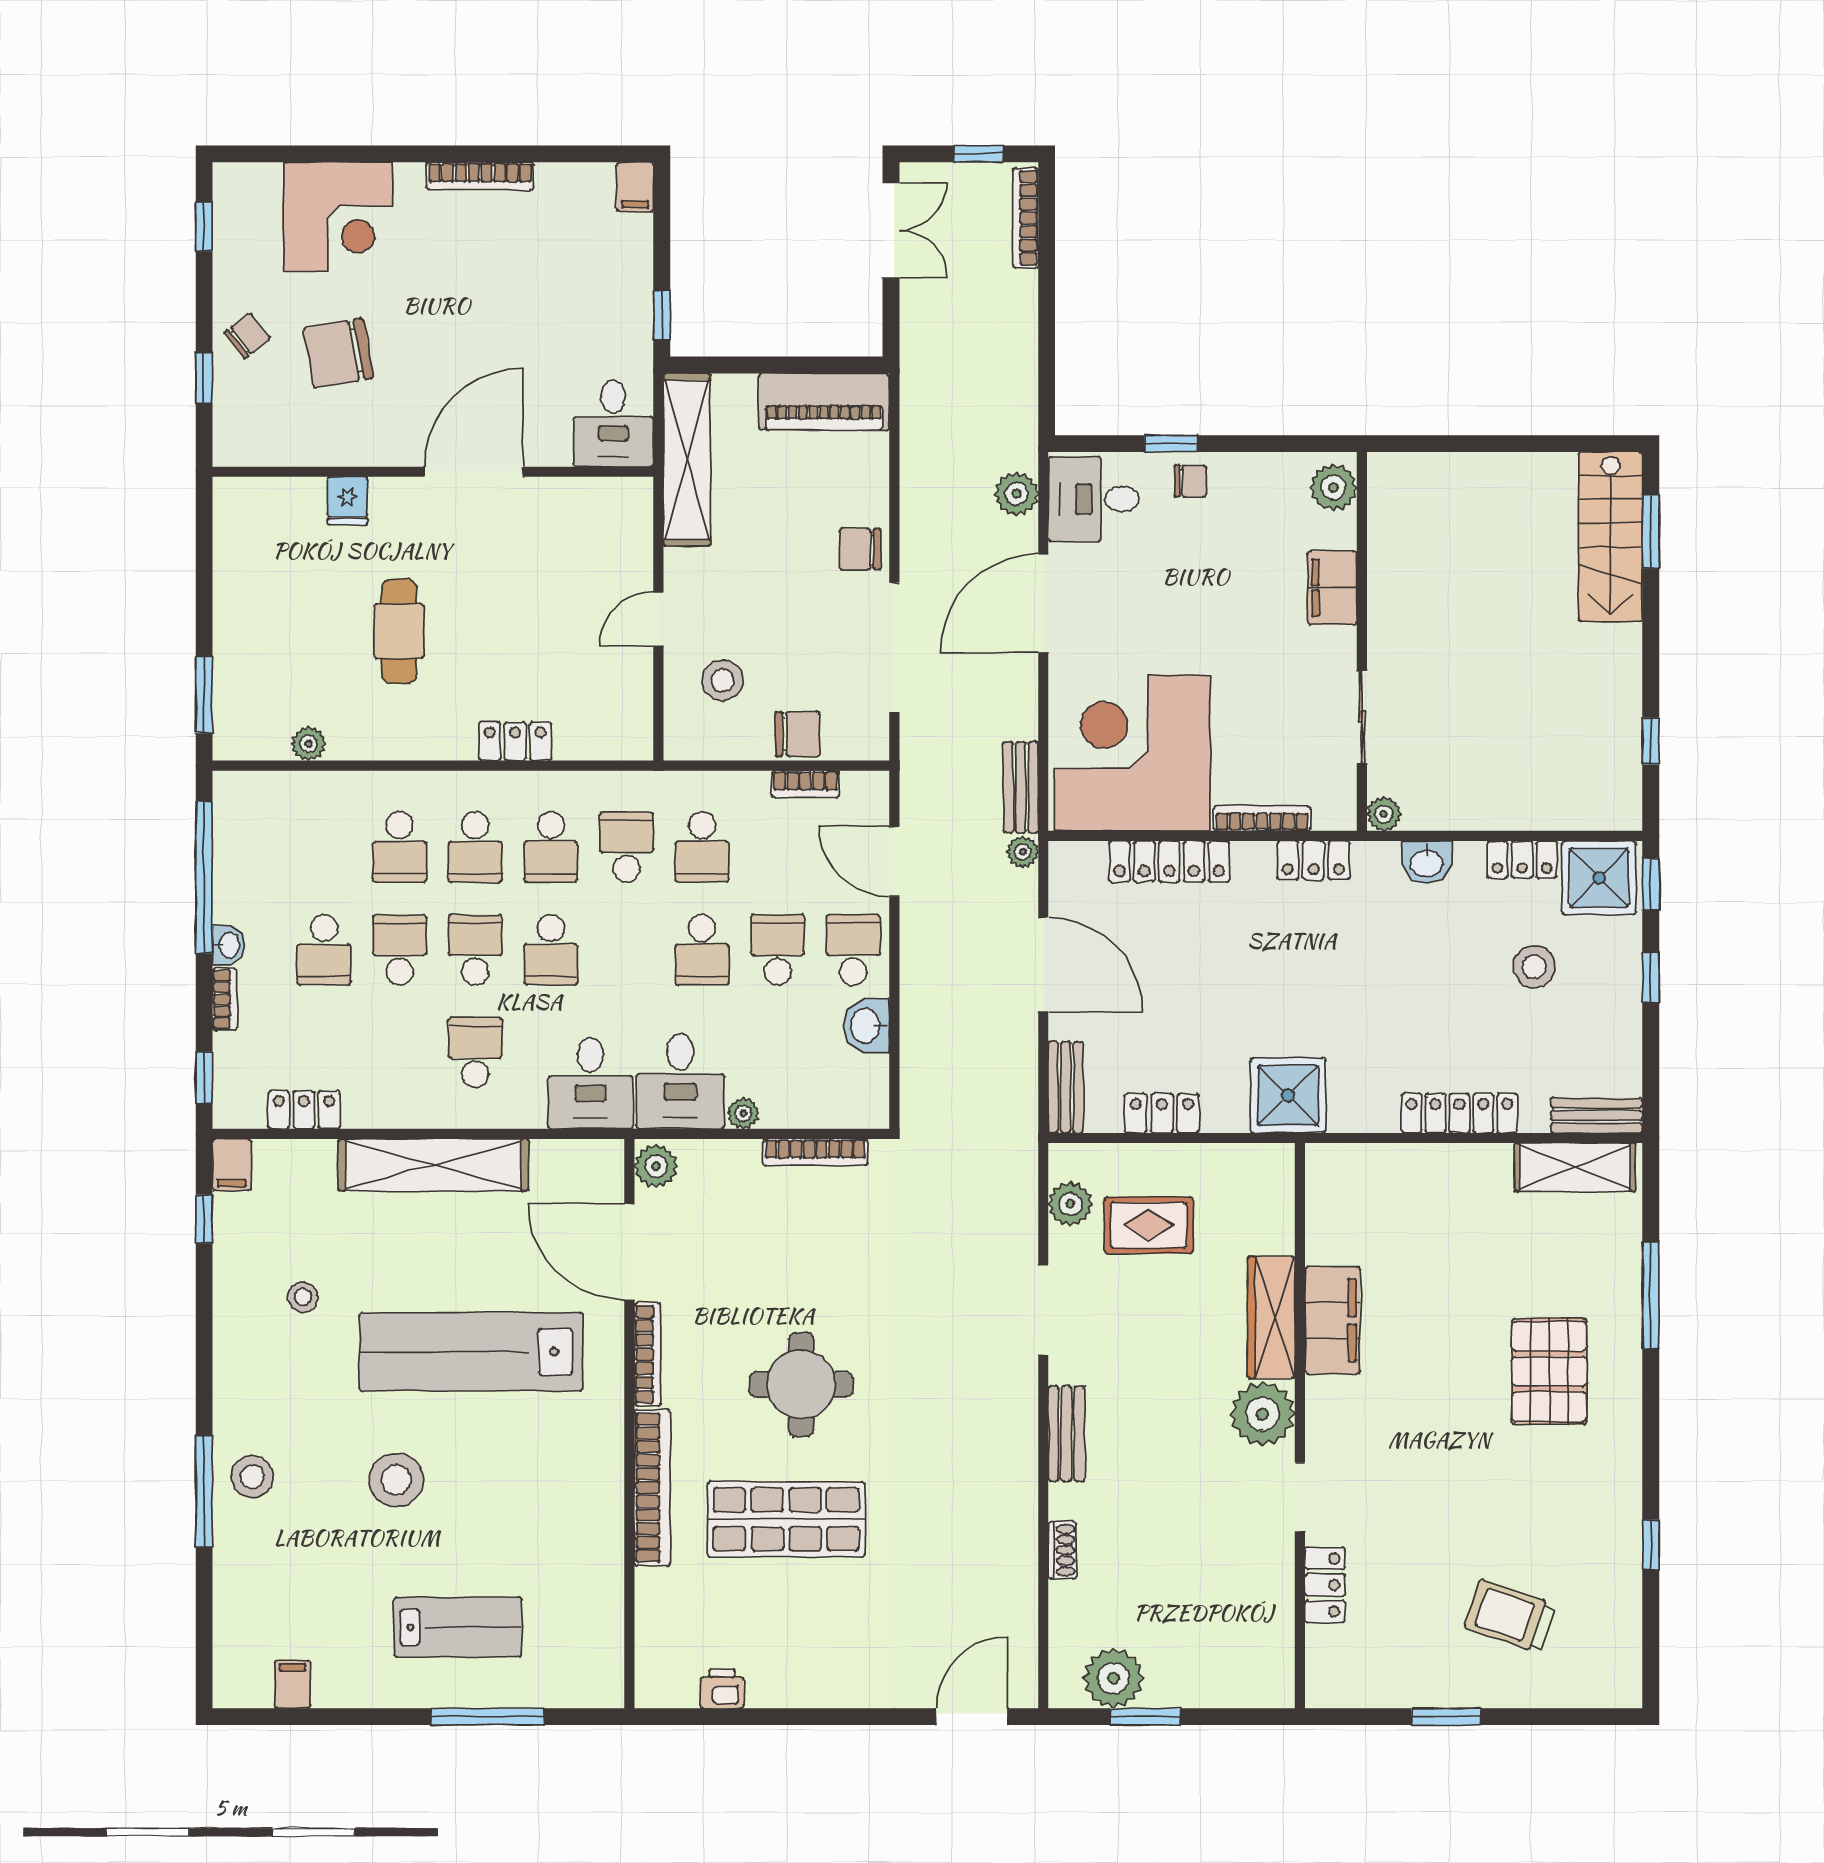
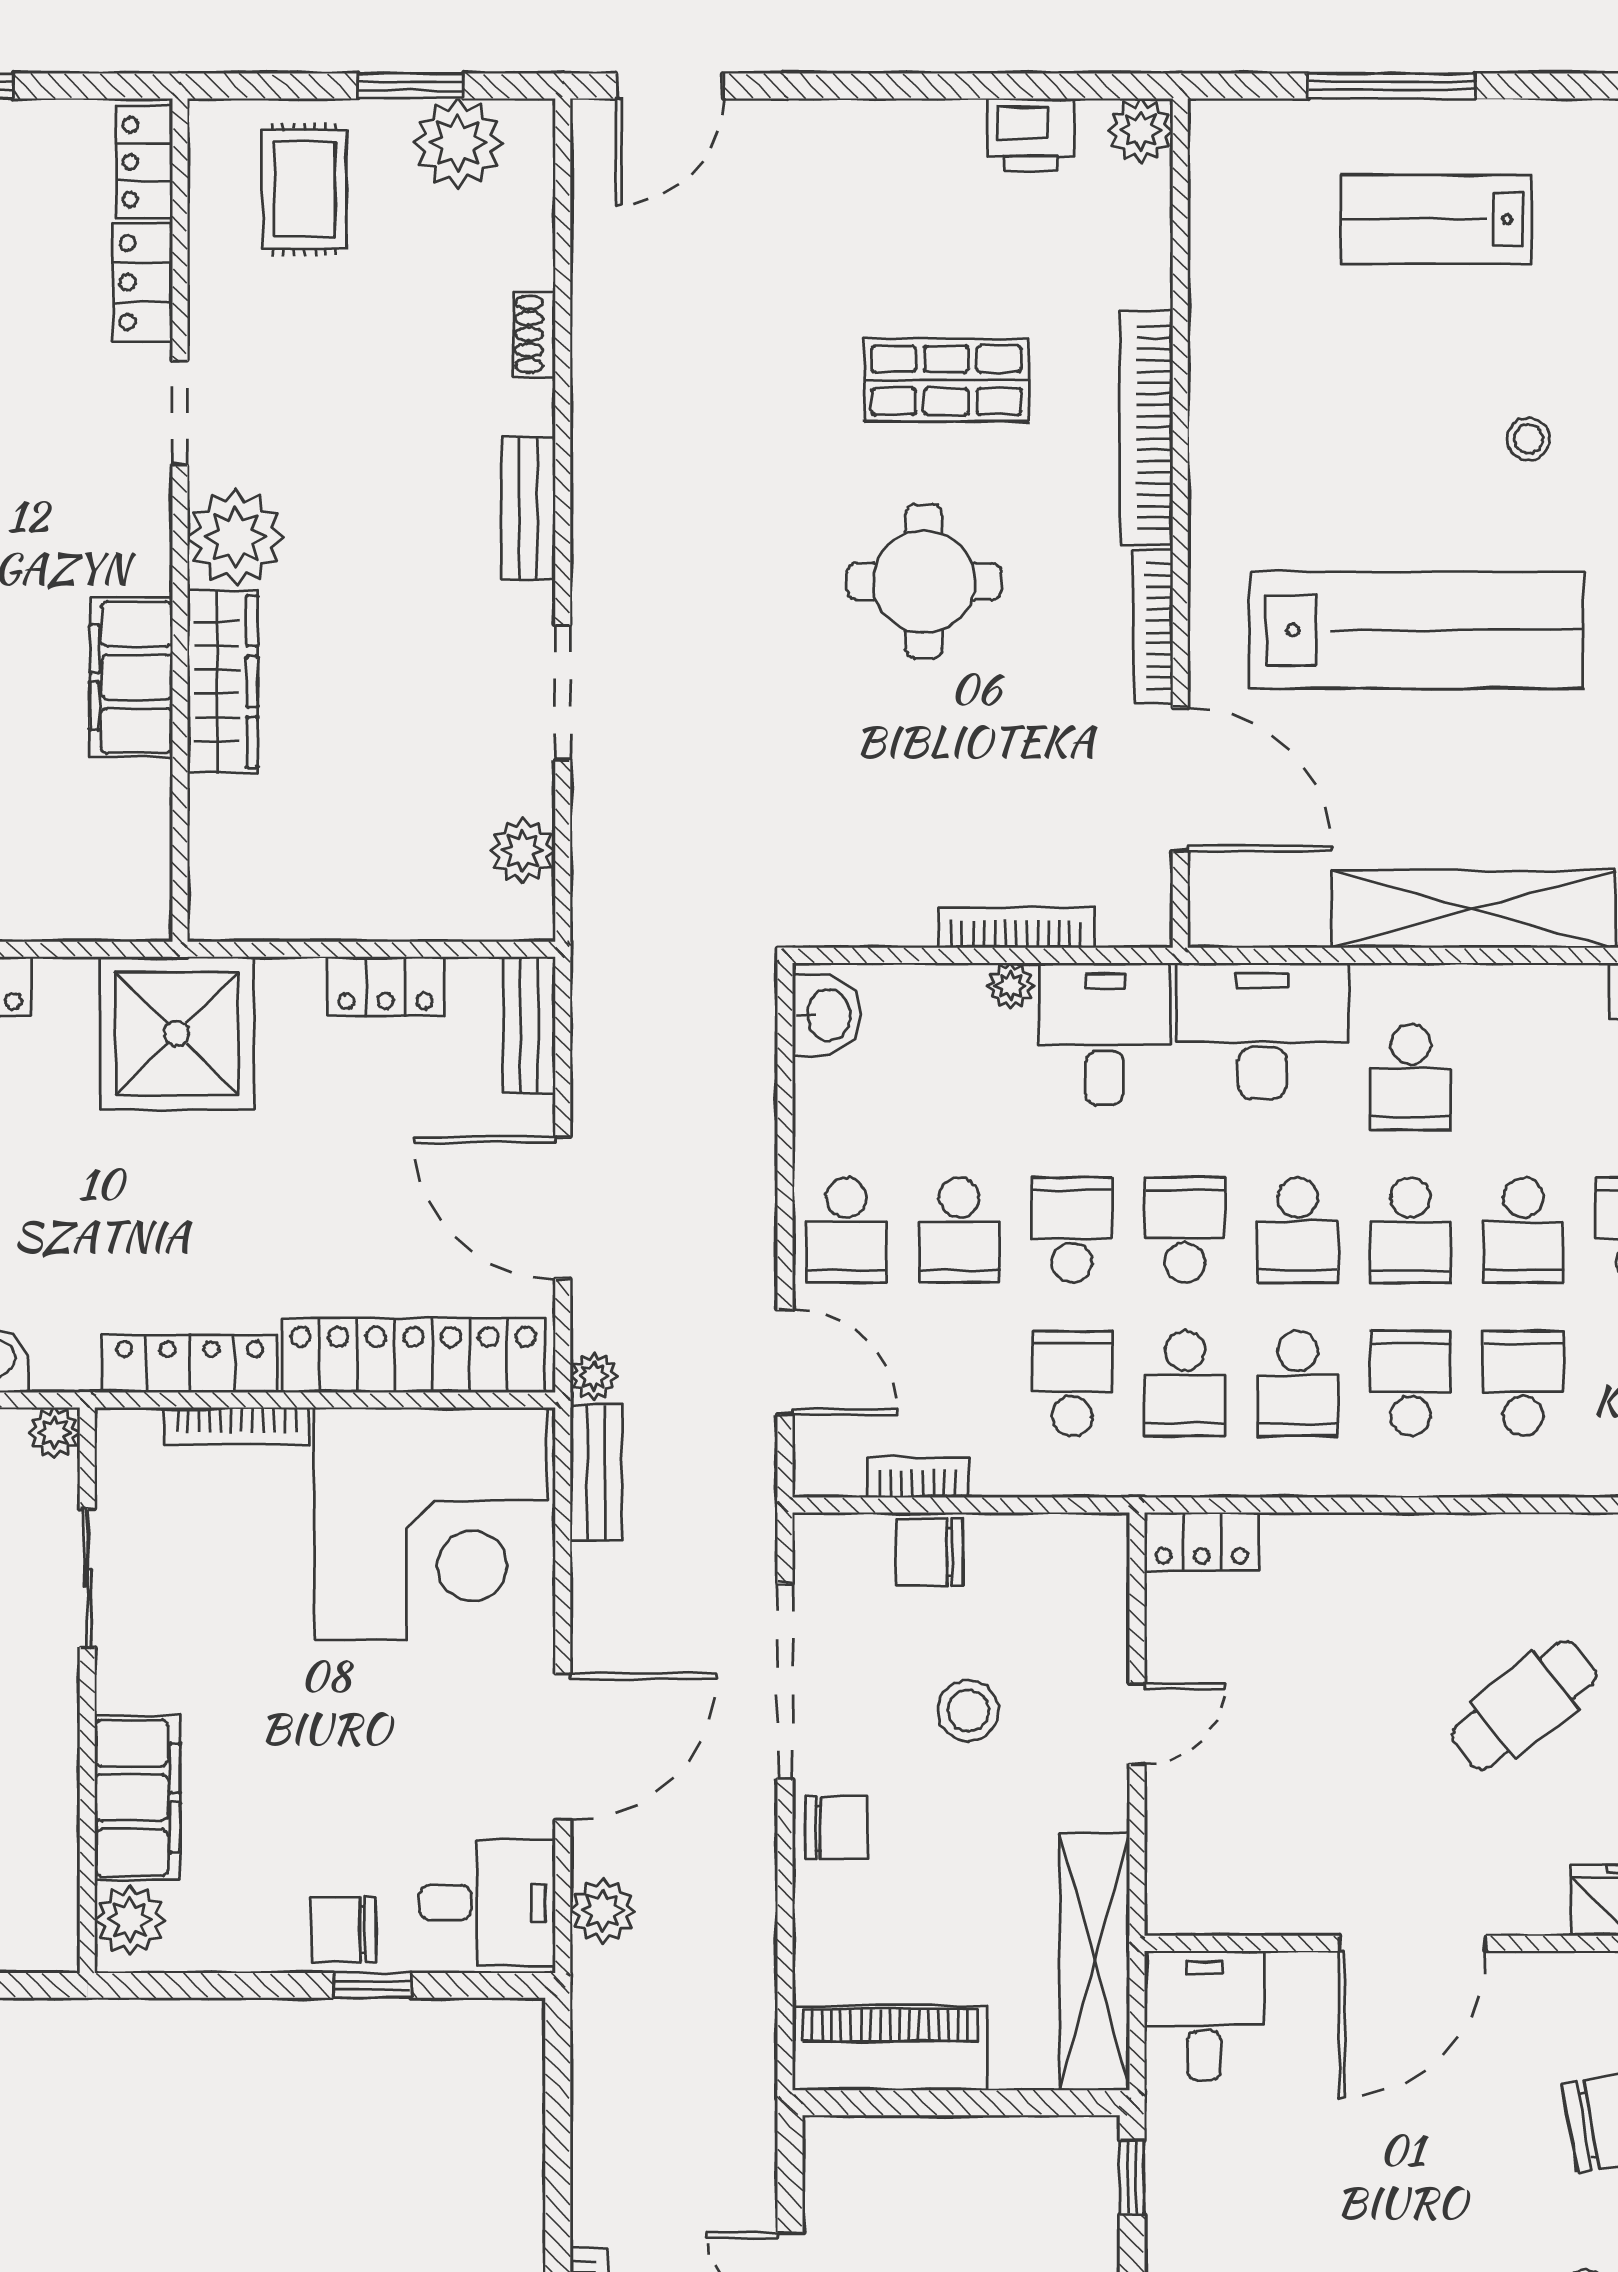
chair: (1190, 481) -> (343, 1930), width x1.37, depth x1.37
filing cabinet: (1332, 588) -> (137, 1798), width x1.50, depth x1.17
cafe table: (399, 631) -> (1524, 1705), turned 51
stool: (723, 680) -> (968, 1711), moved
locker: (515, 741) -> (1202, 1541), moved
school desk: (551, 847) -> (1298, 1383), turned 180
locker: (1313, 860) -> (190, 1364), width x1.53
locker: (1169, 861) -> (413, 1355), width x1.41, depth x1.21
school desk: (551, 950) -> (1298, 1230), turned 180
school desk: (626, 950) -> (1185, 1230), added
washbasin: (866, 1026) -> (827, 1015), moved
desk: (590, 1083) -> (1262, 1031), width x1.37
shower: (1288, 1095) -> (177, 1034), width x1.37, depth x1.37
bookcase: (815, 1152) -> (1016, 928), moved
plant: (656, 1166) -> (1141, 130), moved
rug: (1149, 1225) -> (304, 189), moved, turned 90
stool: (396, 1480) -> (1528, 439), width x0.53, depth x0.53
shop shelf: (786, 1519) -> (946, 380), width x0.70, depth x0.74
locker: (1324, 1665) -> (144, 162), added
printer: (722, 1689) -> (1030, 135), width x1.36, depth x1.24

